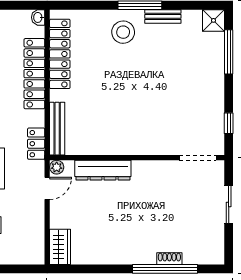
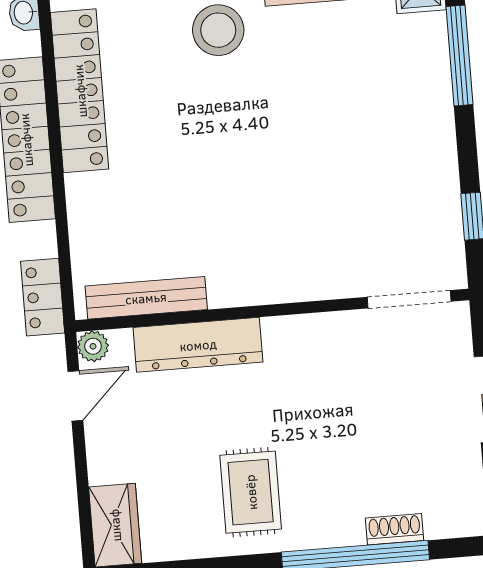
bench: (57, 129) -> (146, 298), moved, turned 90
rug: (121, 237) -> (251, 492), added
shoe rack: (169, 259) -> (395, 529), moved

